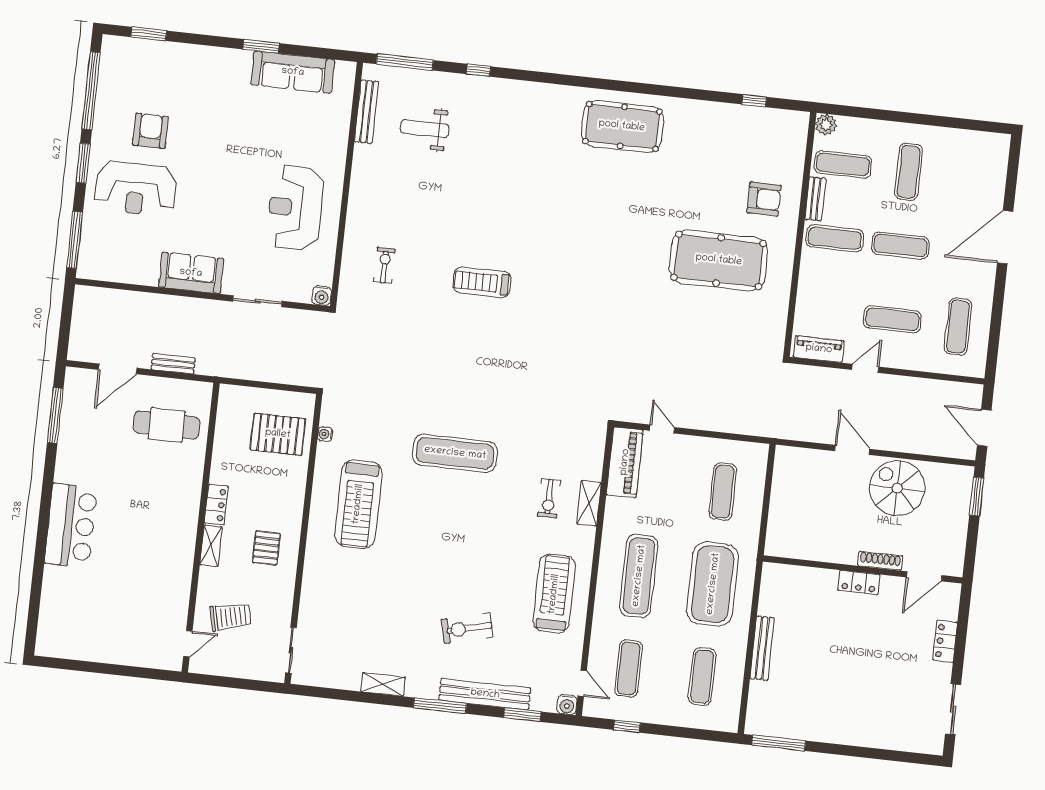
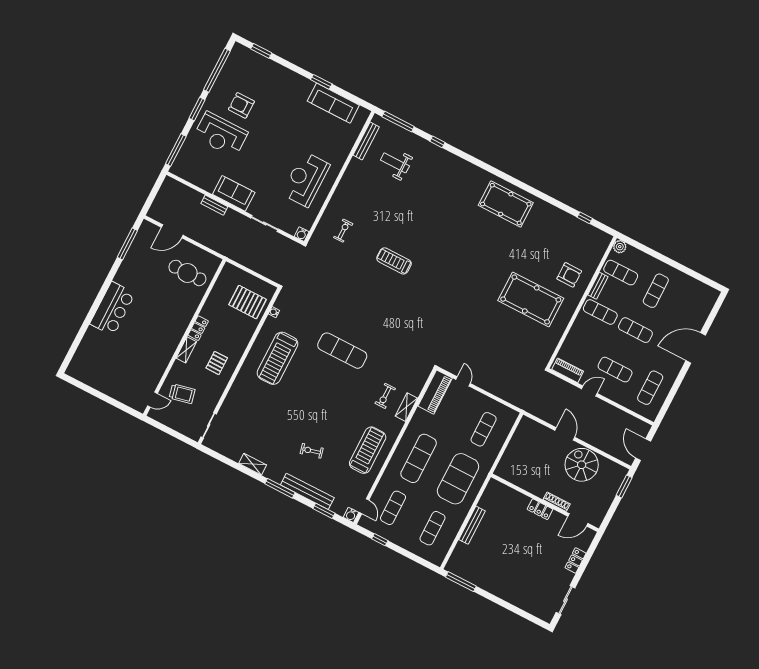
armchair: (150, 131) -> (241, 105), turned -90
bench: (173, 364) -> (214, 205), moved
exercise bike: (467, 628) -> (312, 451), width x0.73, depth x0.72

